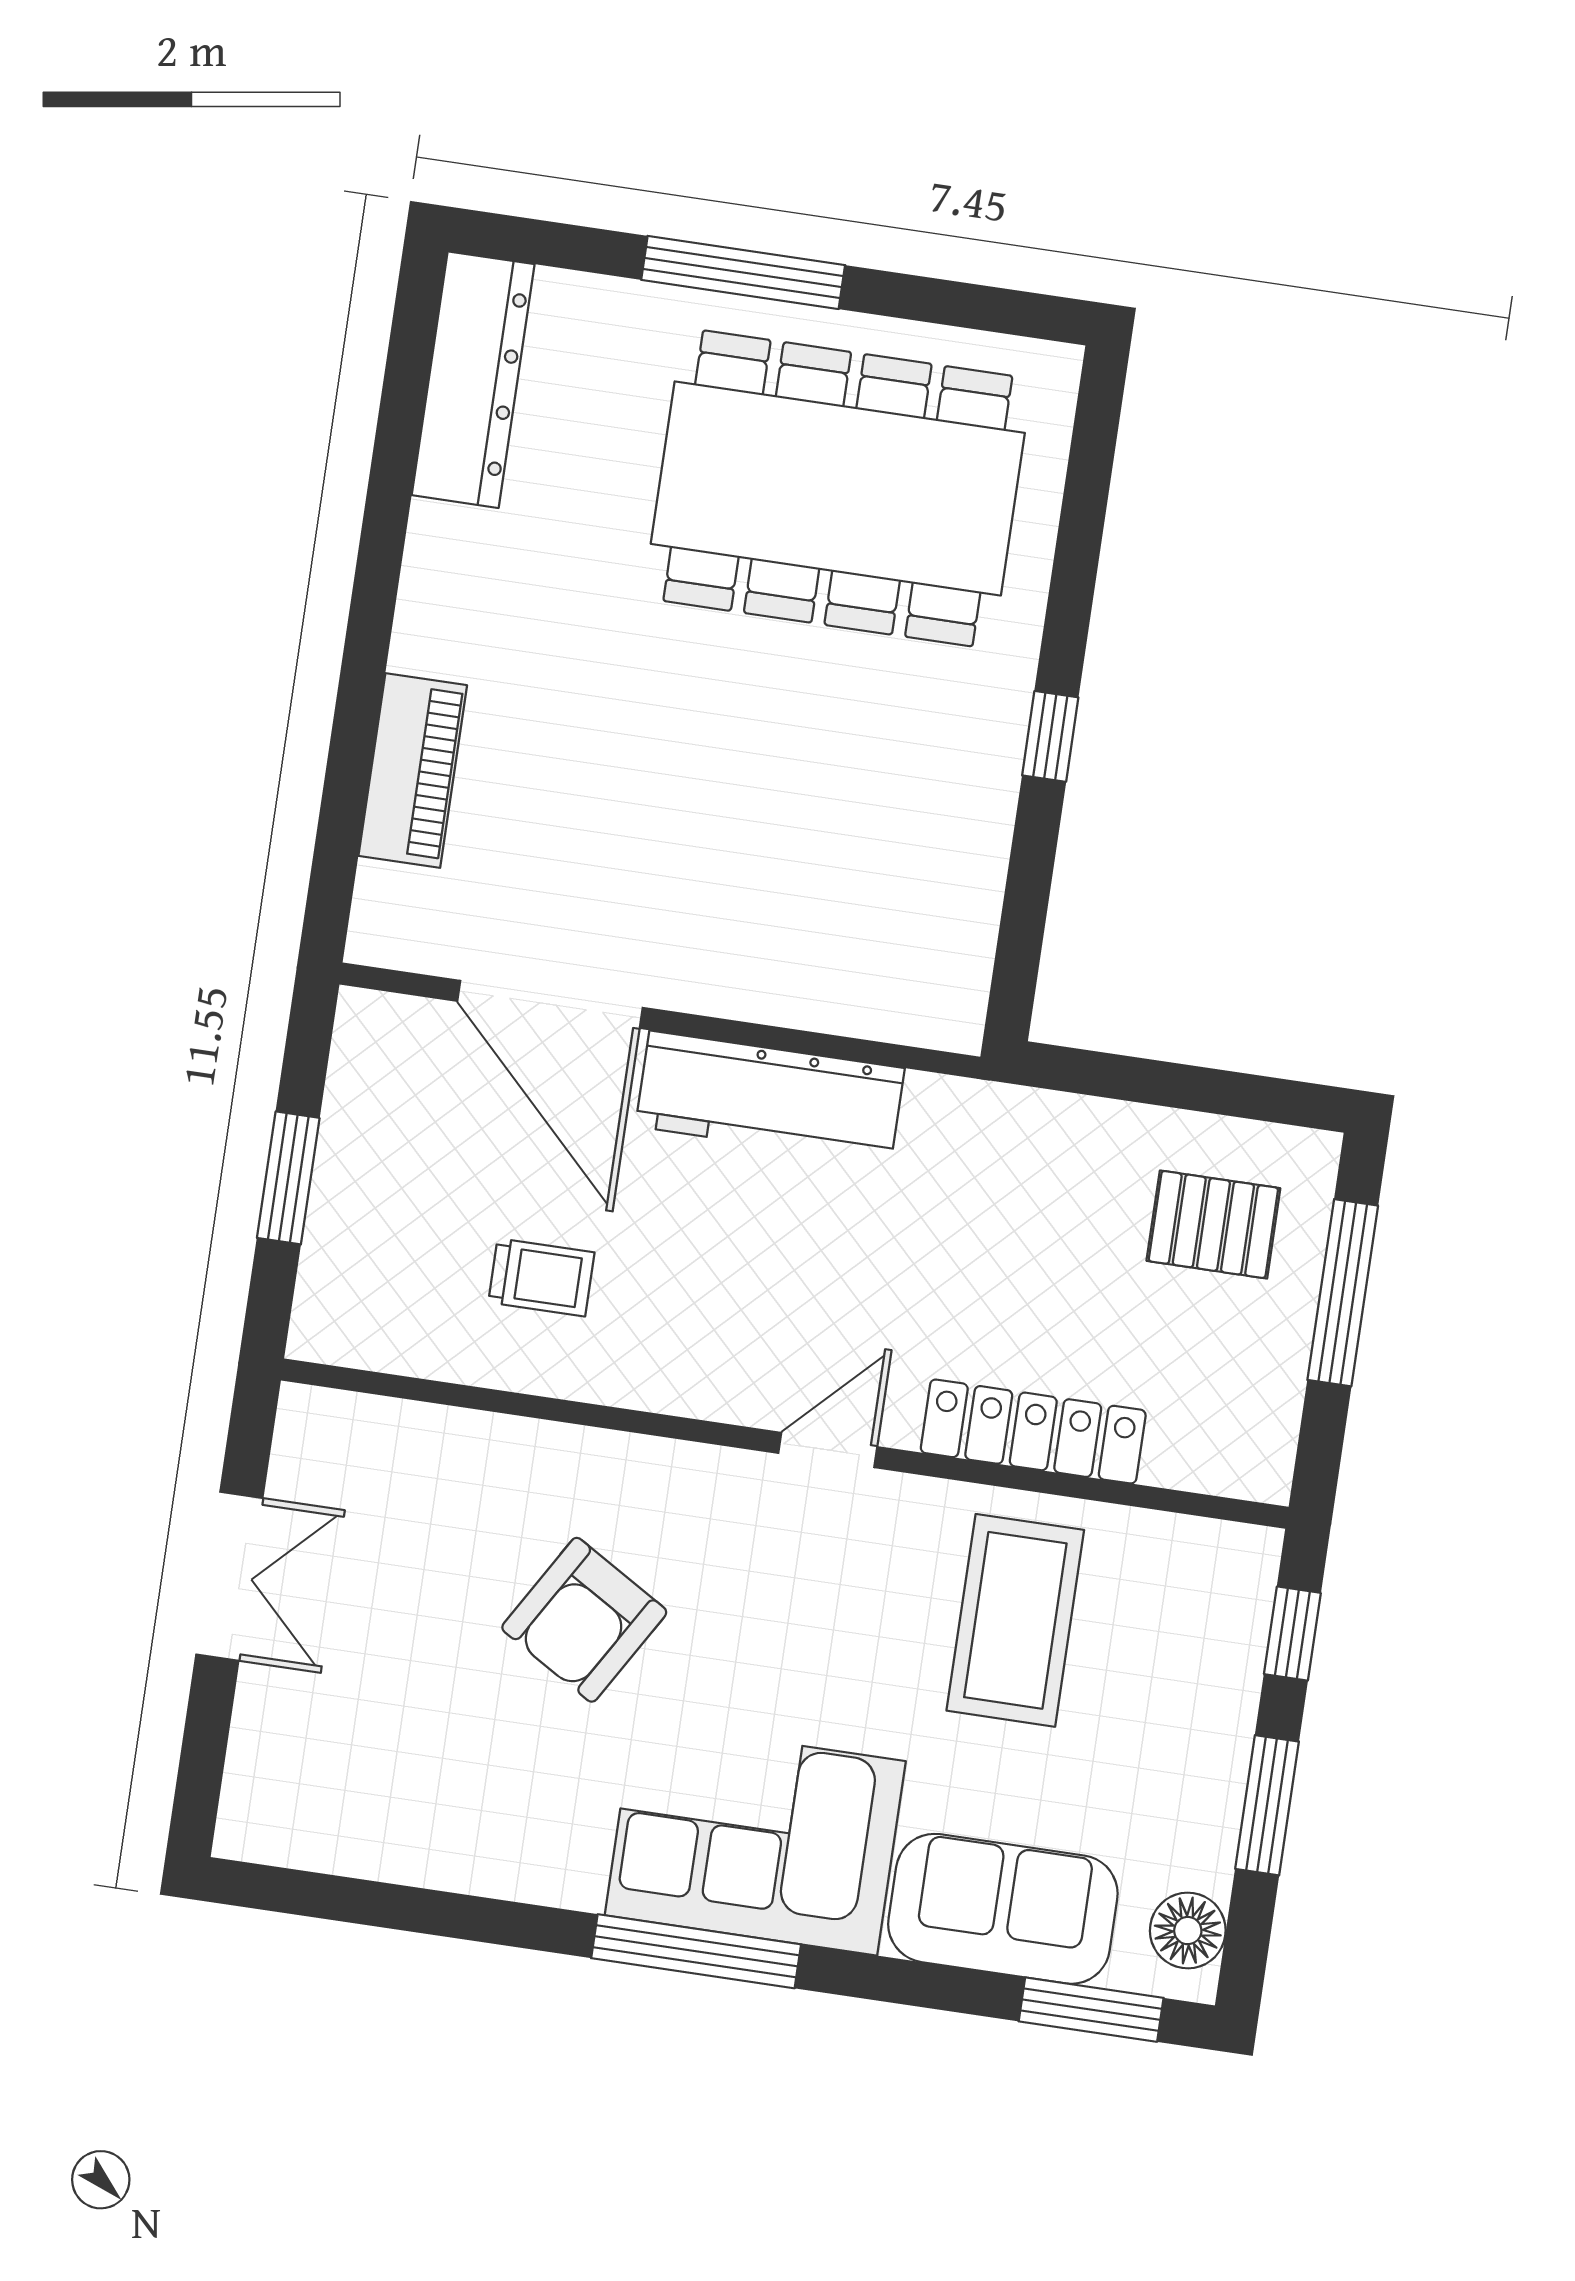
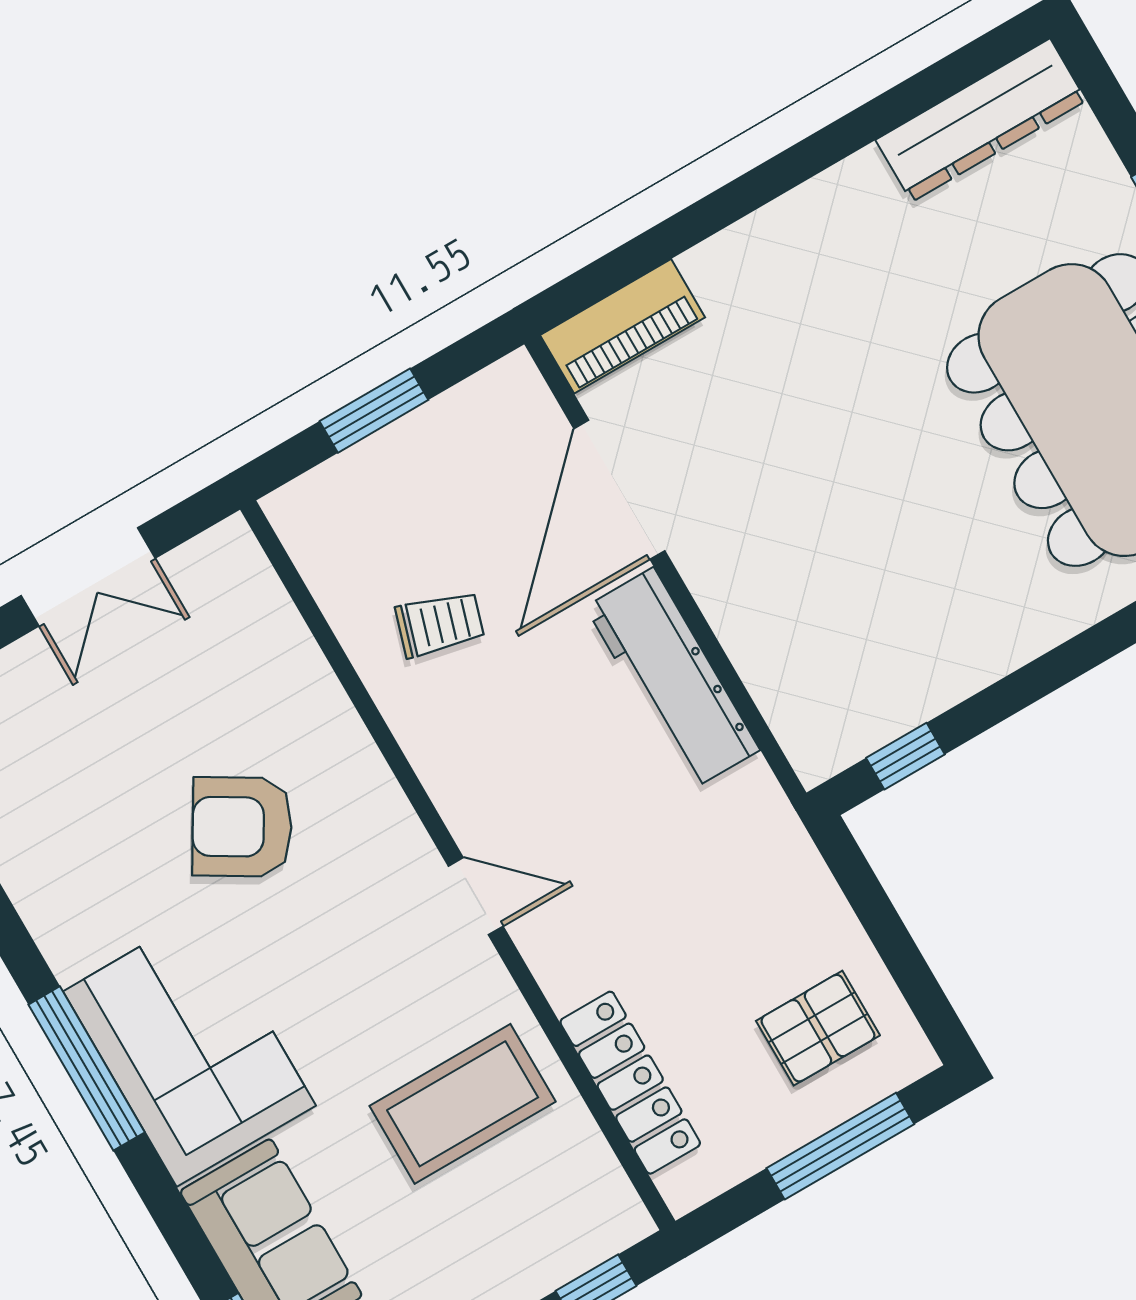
window: (1050, 736) -> (905, 756), moved
piano: (413, 770) -> (623, 326), moved
pallet: (1213, 1225) -> (818, 1028), turned 90
trolley: (541, 1277) -> (440, 624), turned -73
locker: (1033, 1431) -> (630, 1083), moved

